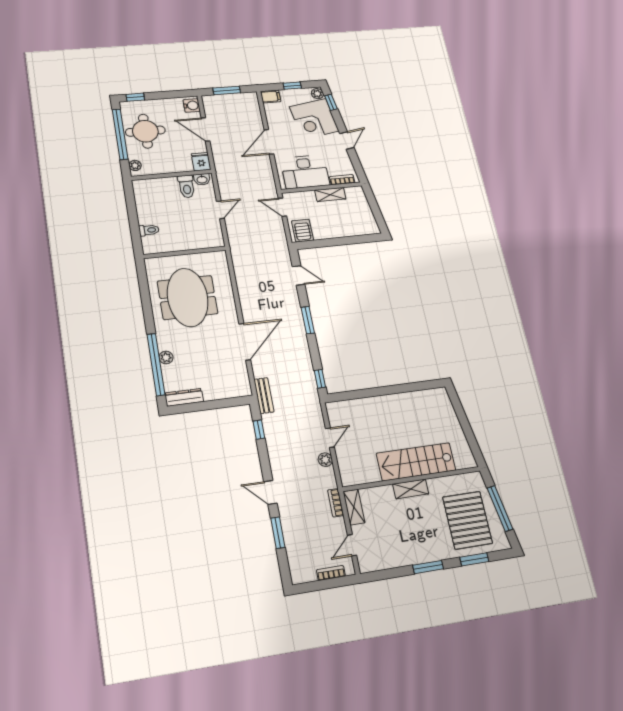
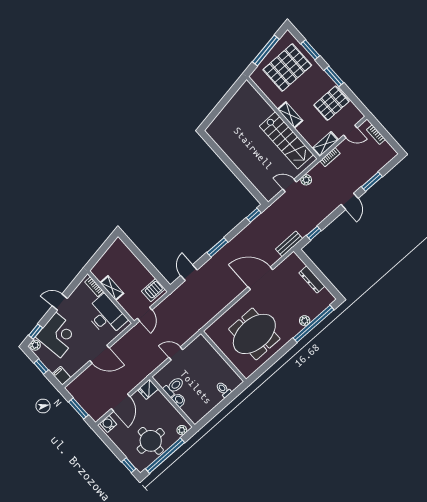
washbasin: (202, 179) -> (179, 400), moved
dresser: (184, 397) -> (312, 279), moved
stairs: (416, 462) -> (287, 140), moved
pallet: (398, 544) -> (331, 103), added

